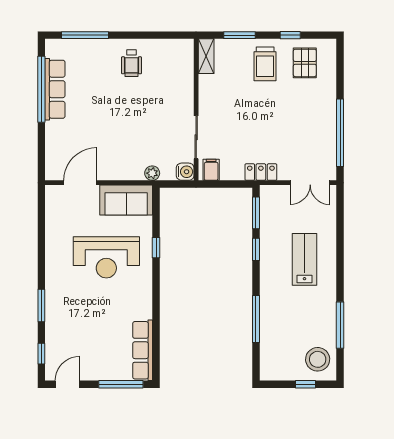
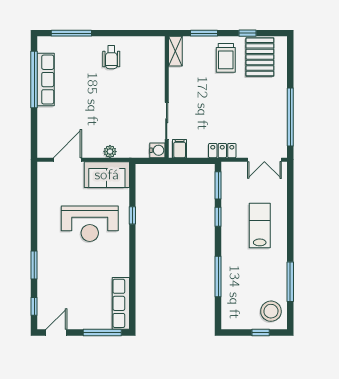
pallet: (305, 63) -> (260, 57), width x1.50, depth x1.42
plant: (152, 173) -> (110, 152), moved

